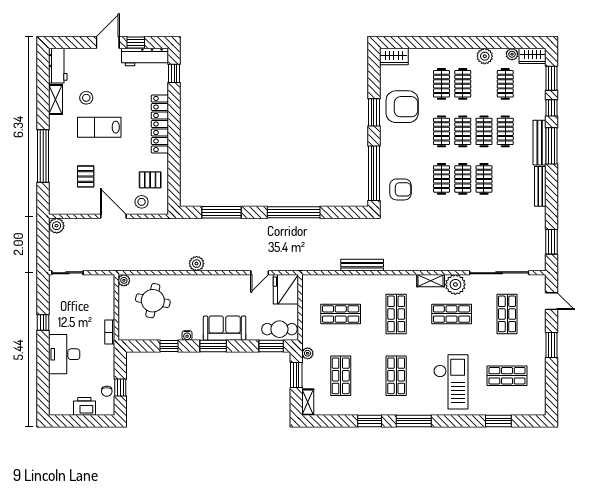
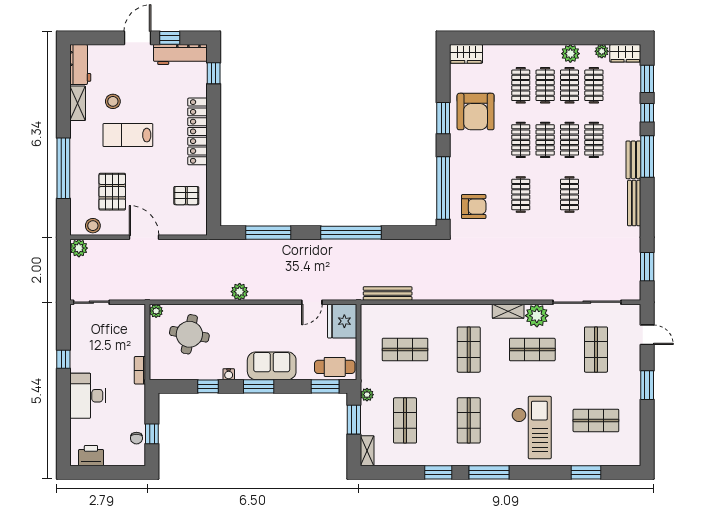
armchair: (402, 107) -> (476, 112), turned 90
bench: (540, 143) -> (633, 160), width x0.73
pallet: (86, 176) -> (112, 192), width x1.50, depth x1.42
clothes rail: (463, 179) -> (570, 85), moved
stool: (142, 202) -> (93, 226), moved
bench: (362, 265) -> (388, 293), moved
printer: (84, 406) -> (91, 456), moved

